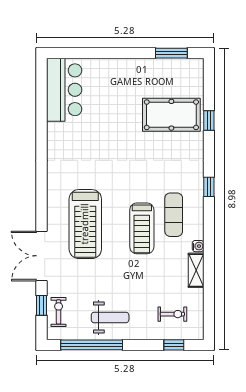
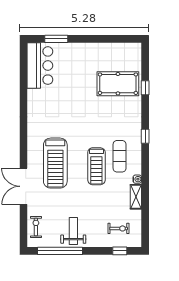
window: (171, 53) -> (56, 39), moved
window: (41, 305) -> (24, 222), removed
weight bench: (110, 317) -> (73, 231), turned -90

